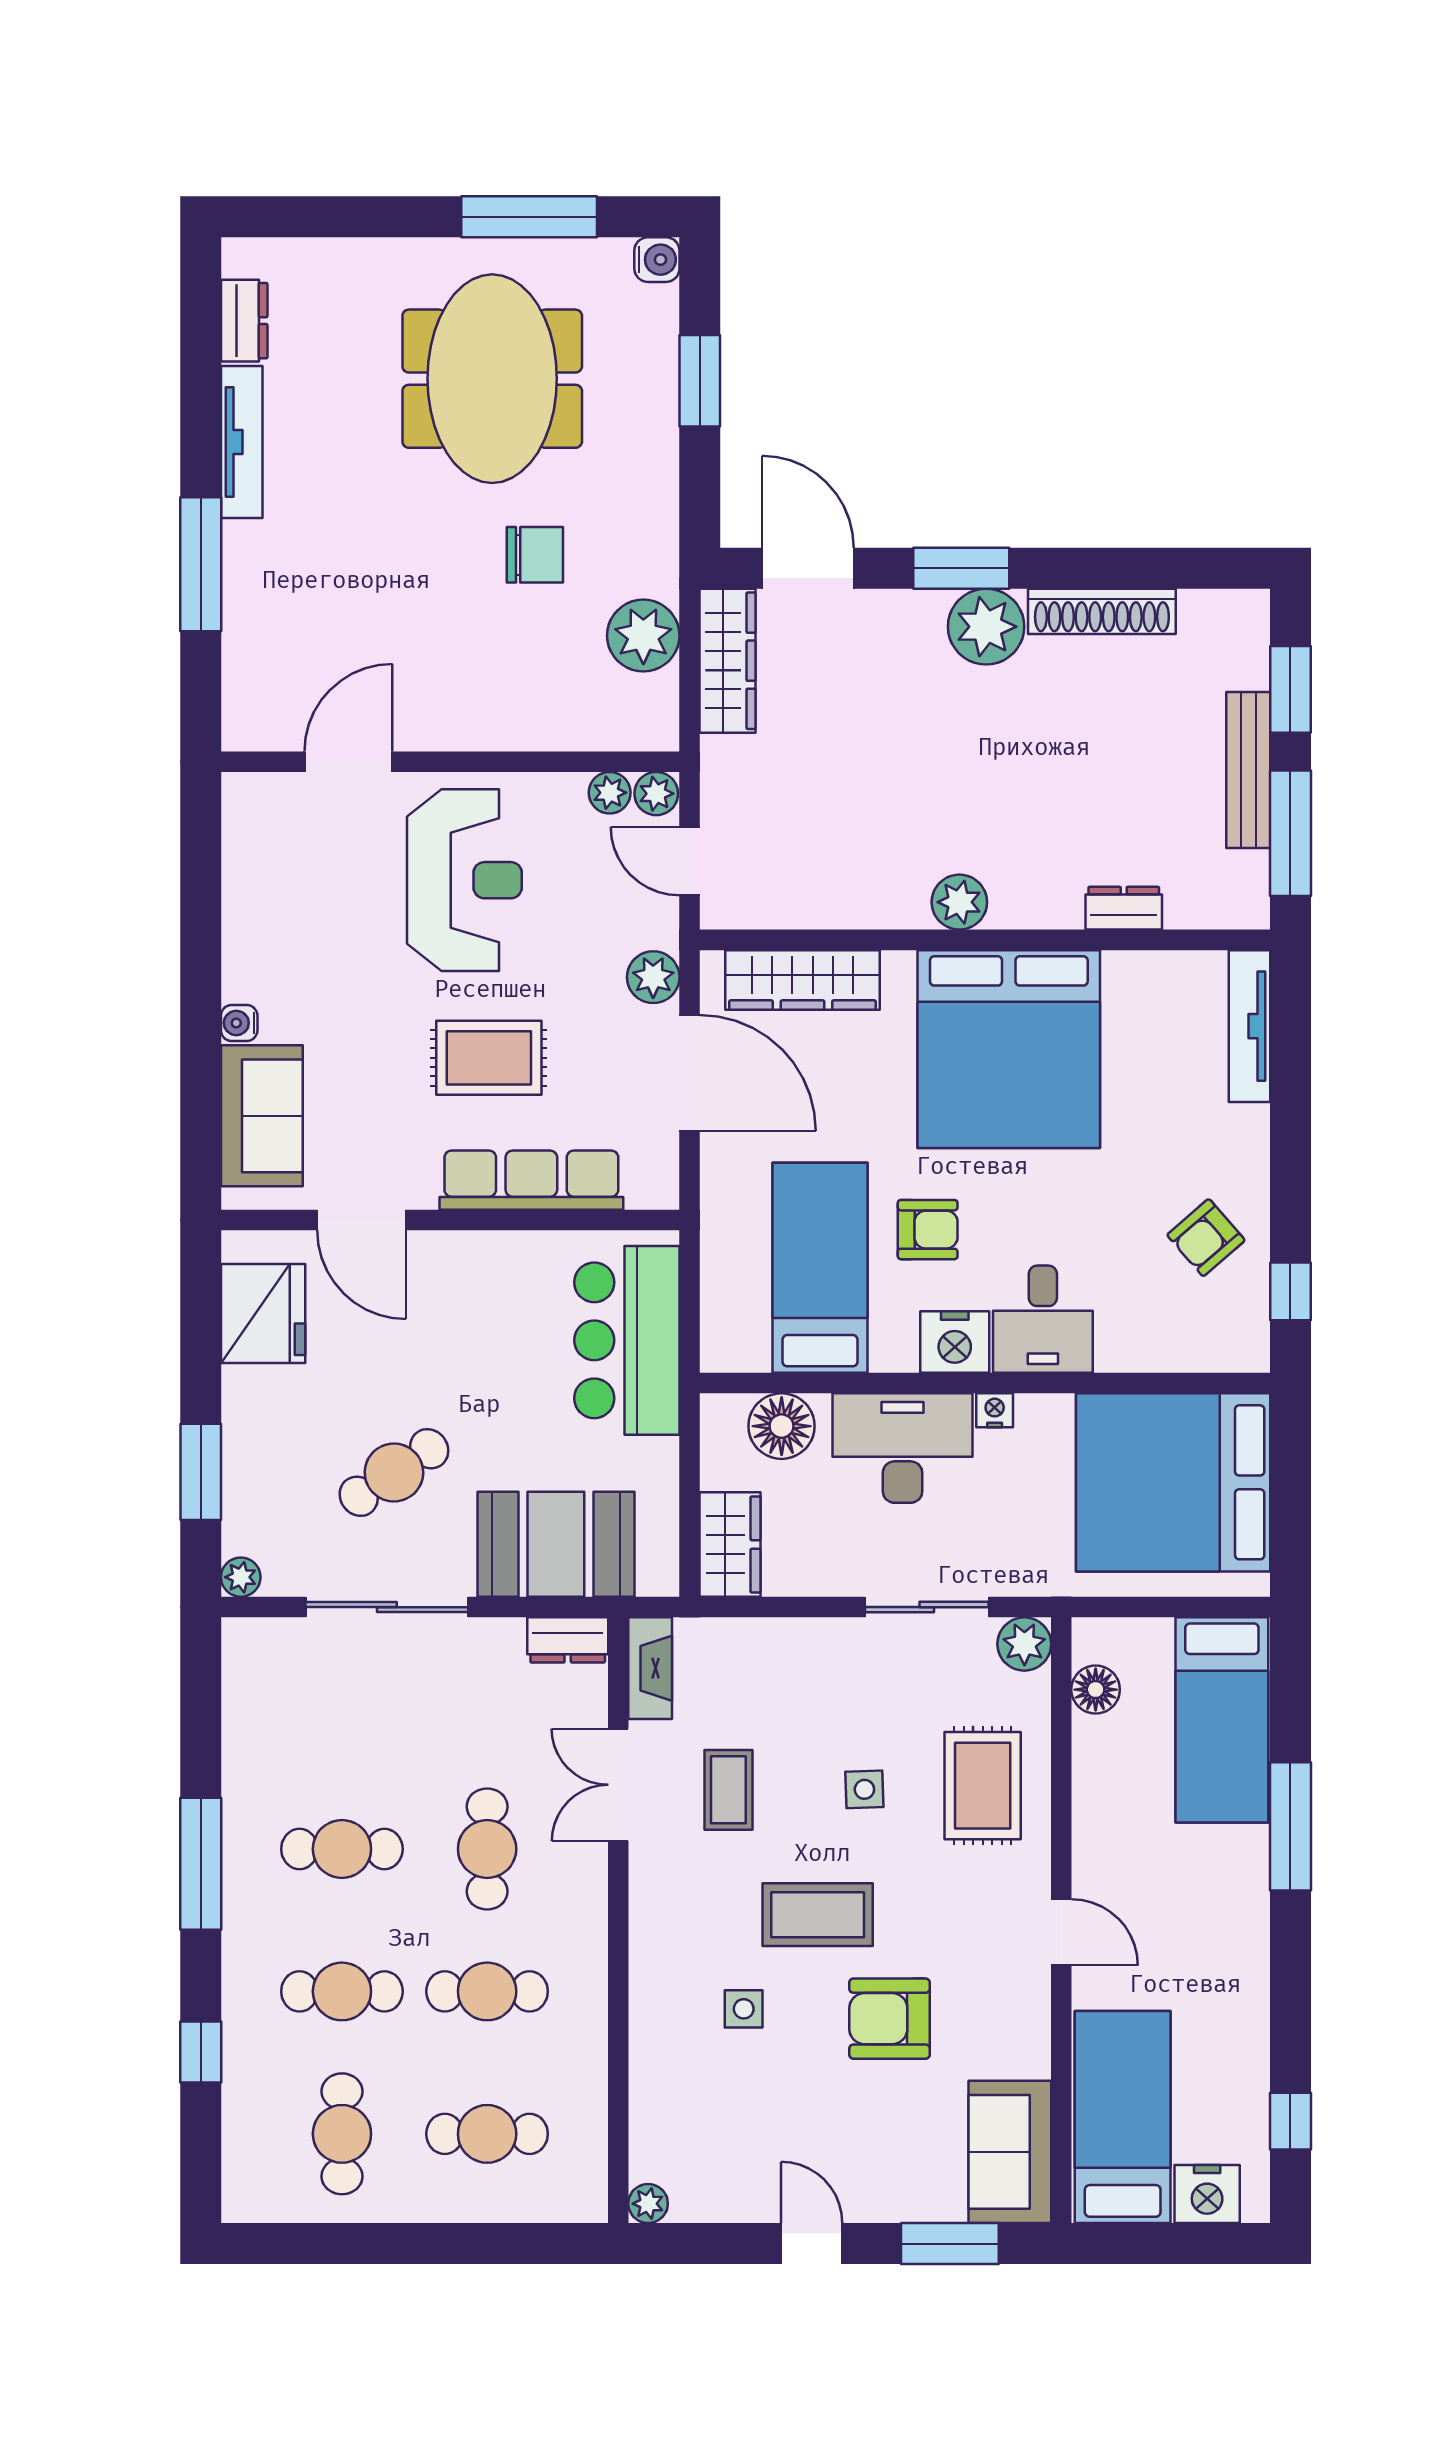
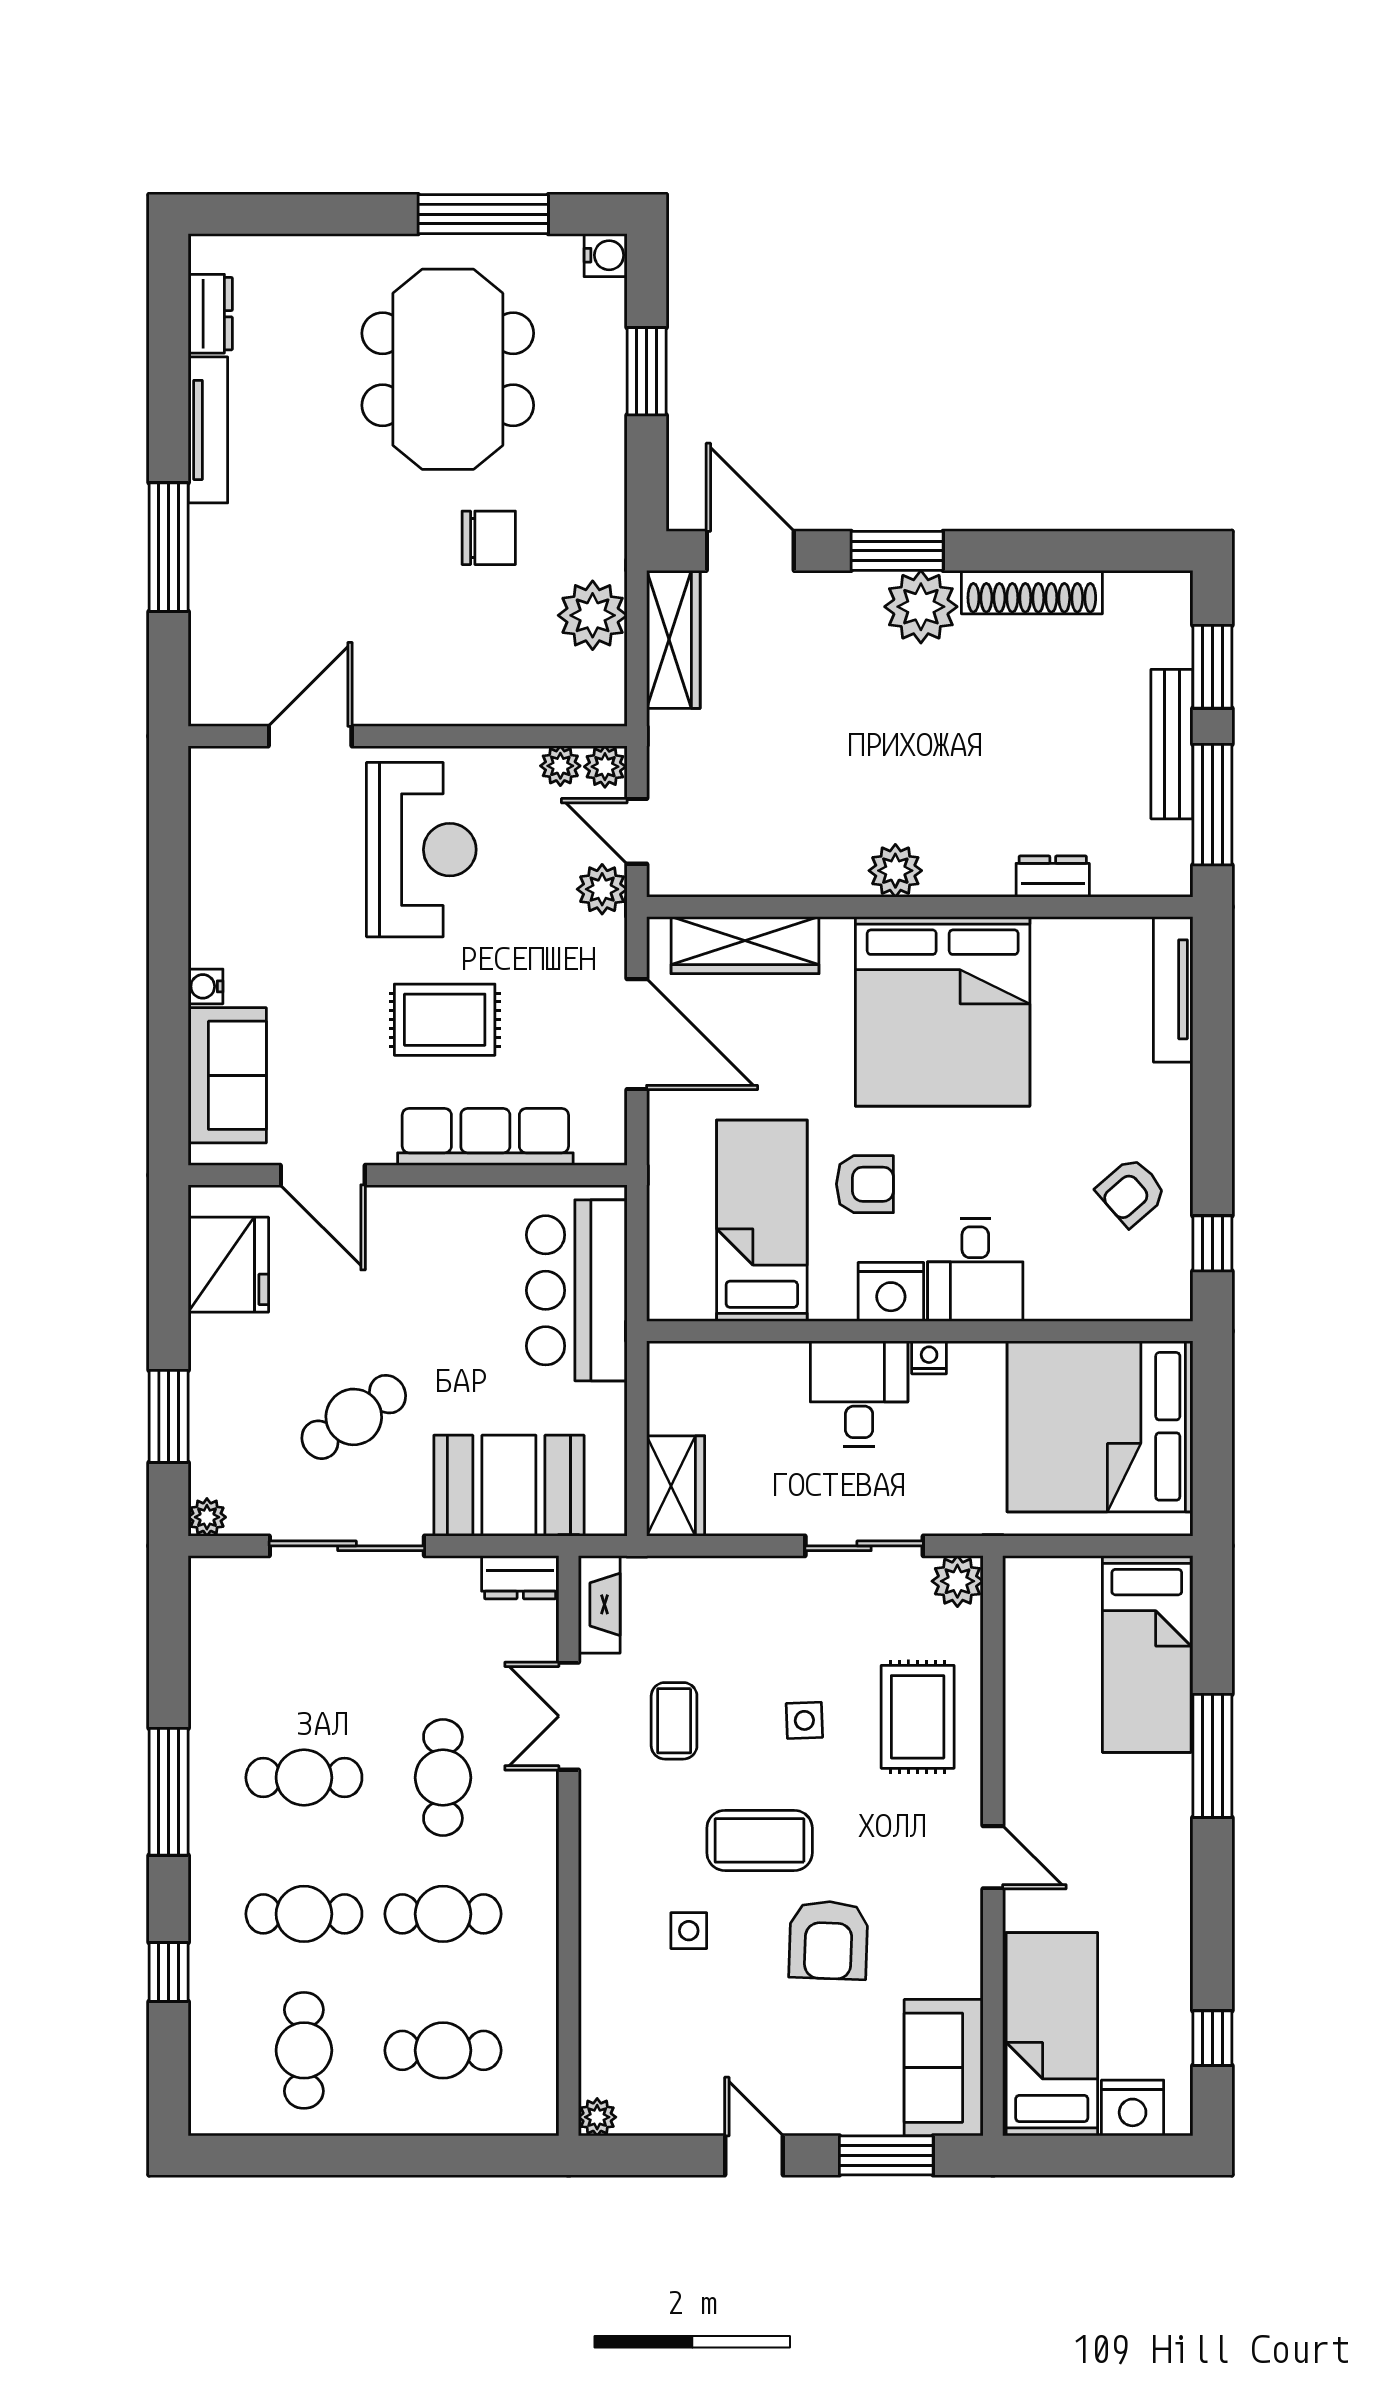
plant: (653, 977) -> (602, 889), moved
floor lamp: (782, 1426) -> (725, 1372), removed
desk: (903, 1448) -> (859, 1393), width x0.73
floor lamp: (1096, 1690) -> (1026, 1625), removed
armchair: (890, 2019) -> (828, 1940), turned -88

